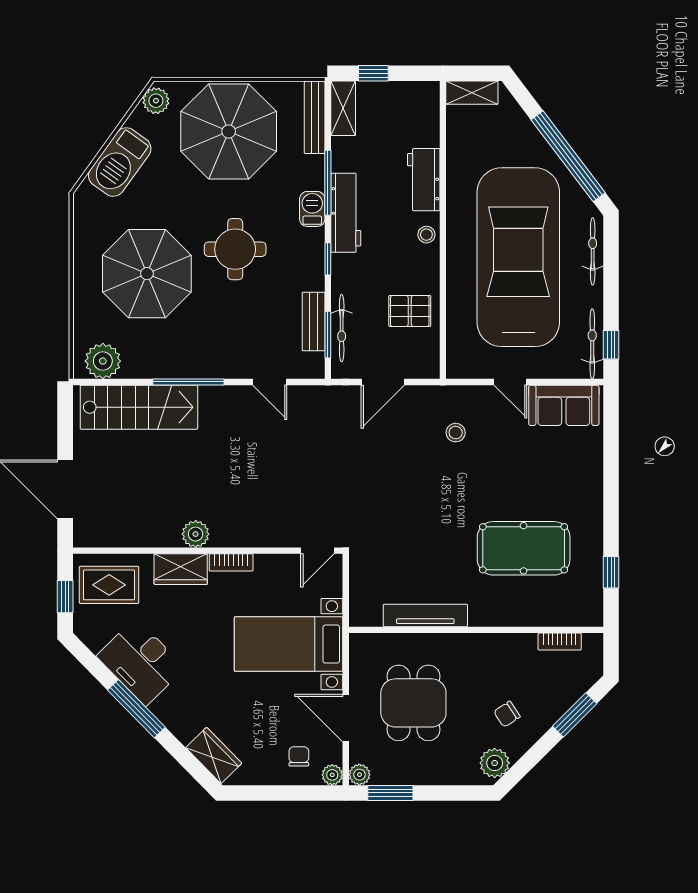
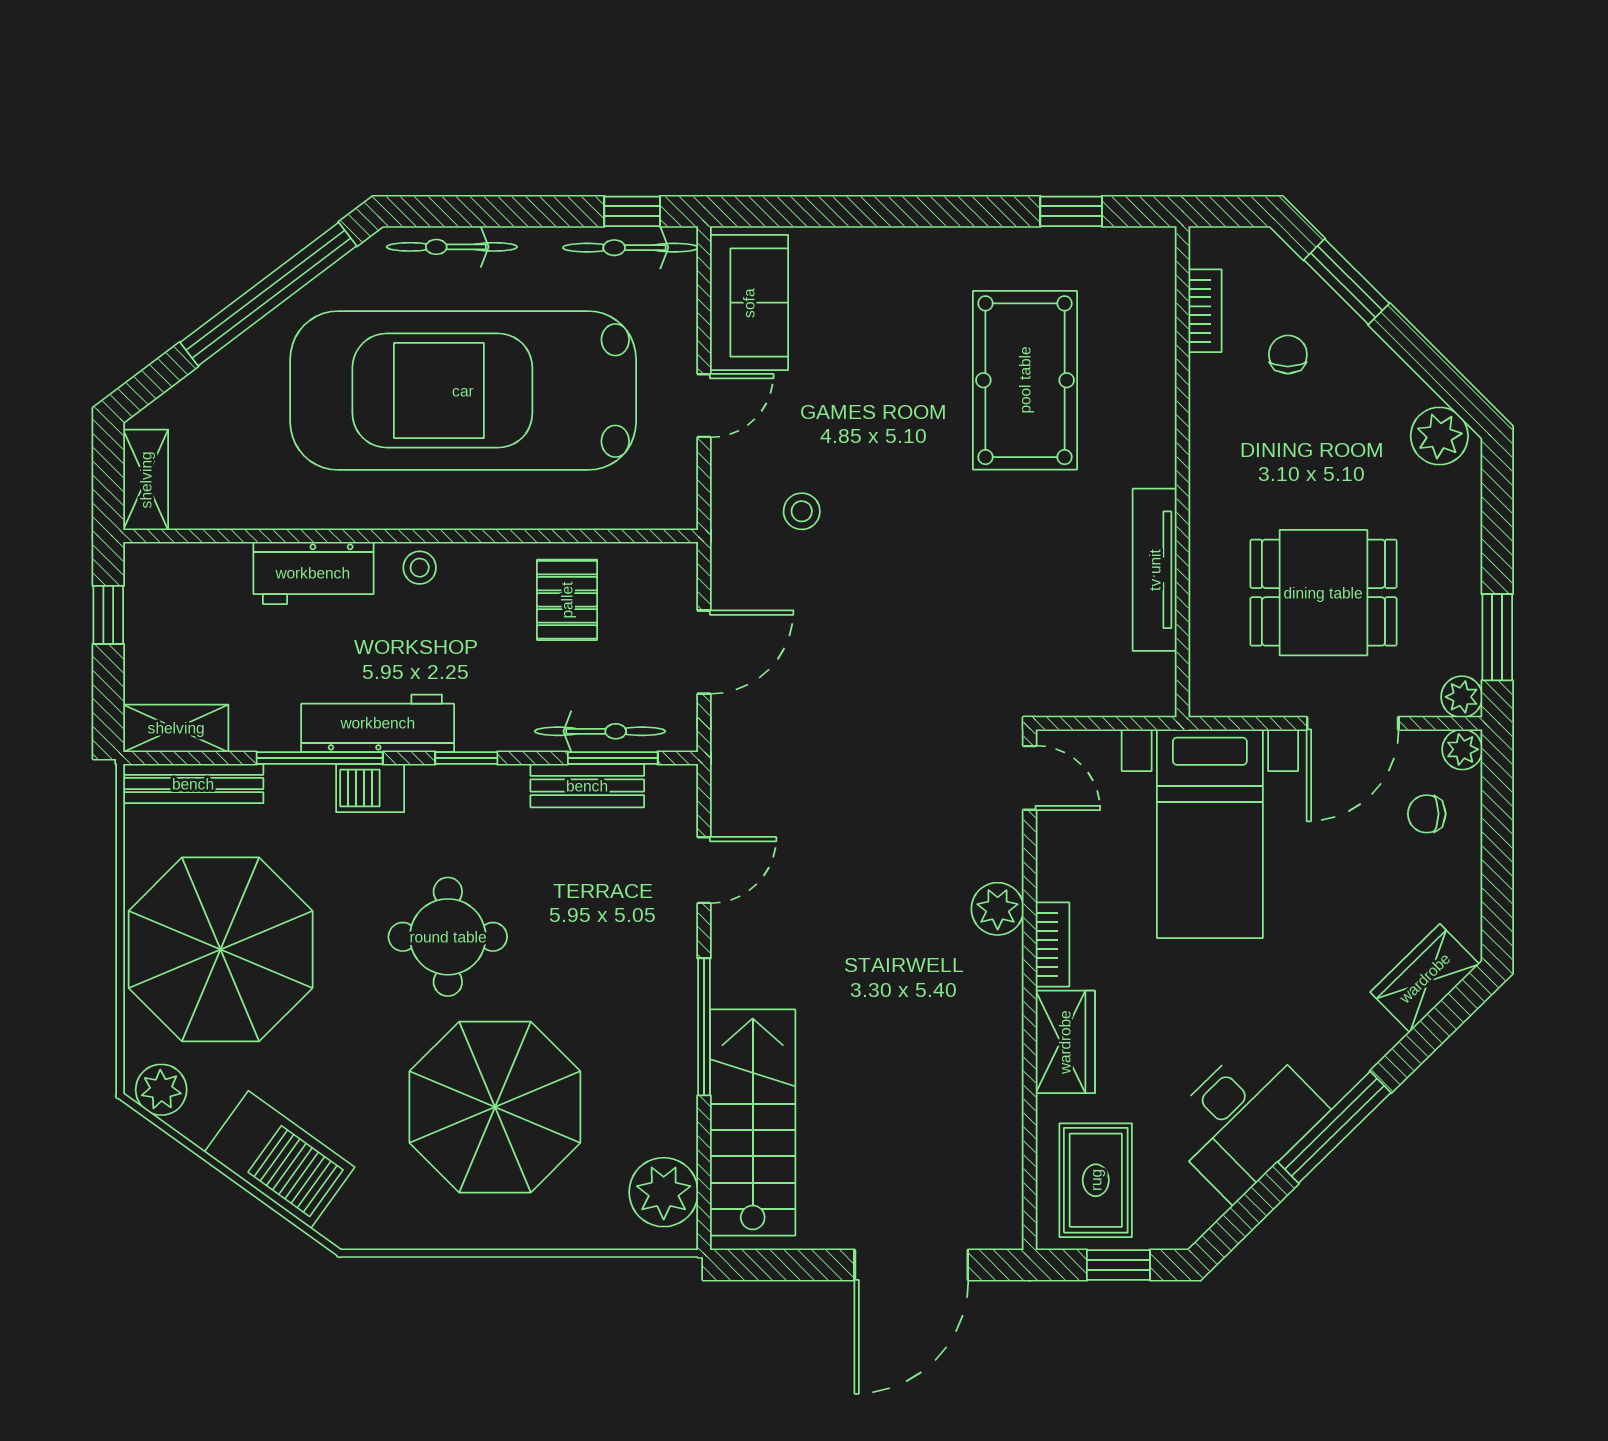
window: (373, 73) -> (108, 615), moved
door: (383, 382) -> (704, 652), hinge flipped
plant: (196, 534) -> (998, 909), moved
chair: (507, 714) -> (1288, 355), moved, turned -147

